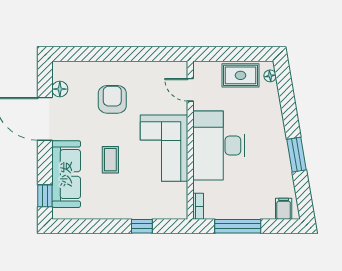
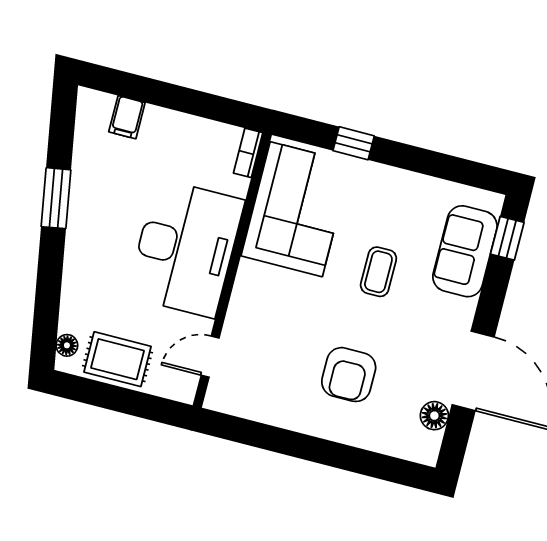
door: (190, 90) -> (210, 357), swing flipped
corner sofa: (164, 148) -> (296, 209), moved
sofa: (66, 174) -> (465, 251), width x0.73
filing cabinet: (284, 209) -> (127, 117), moved
window: (238, 226) -> (189, 101), removed

